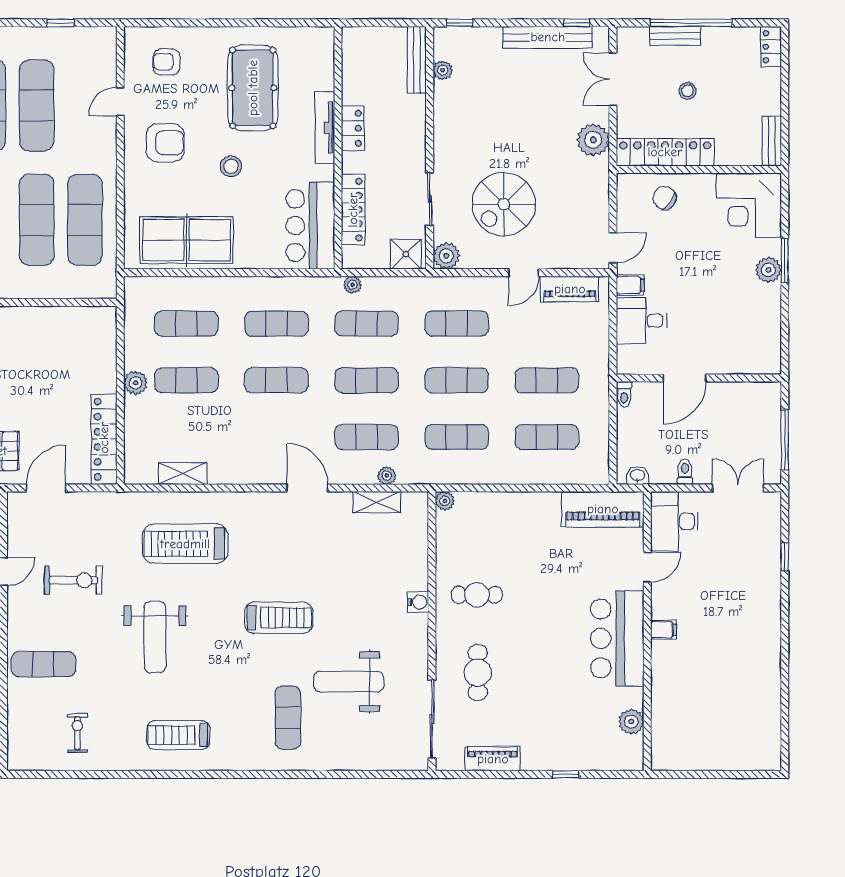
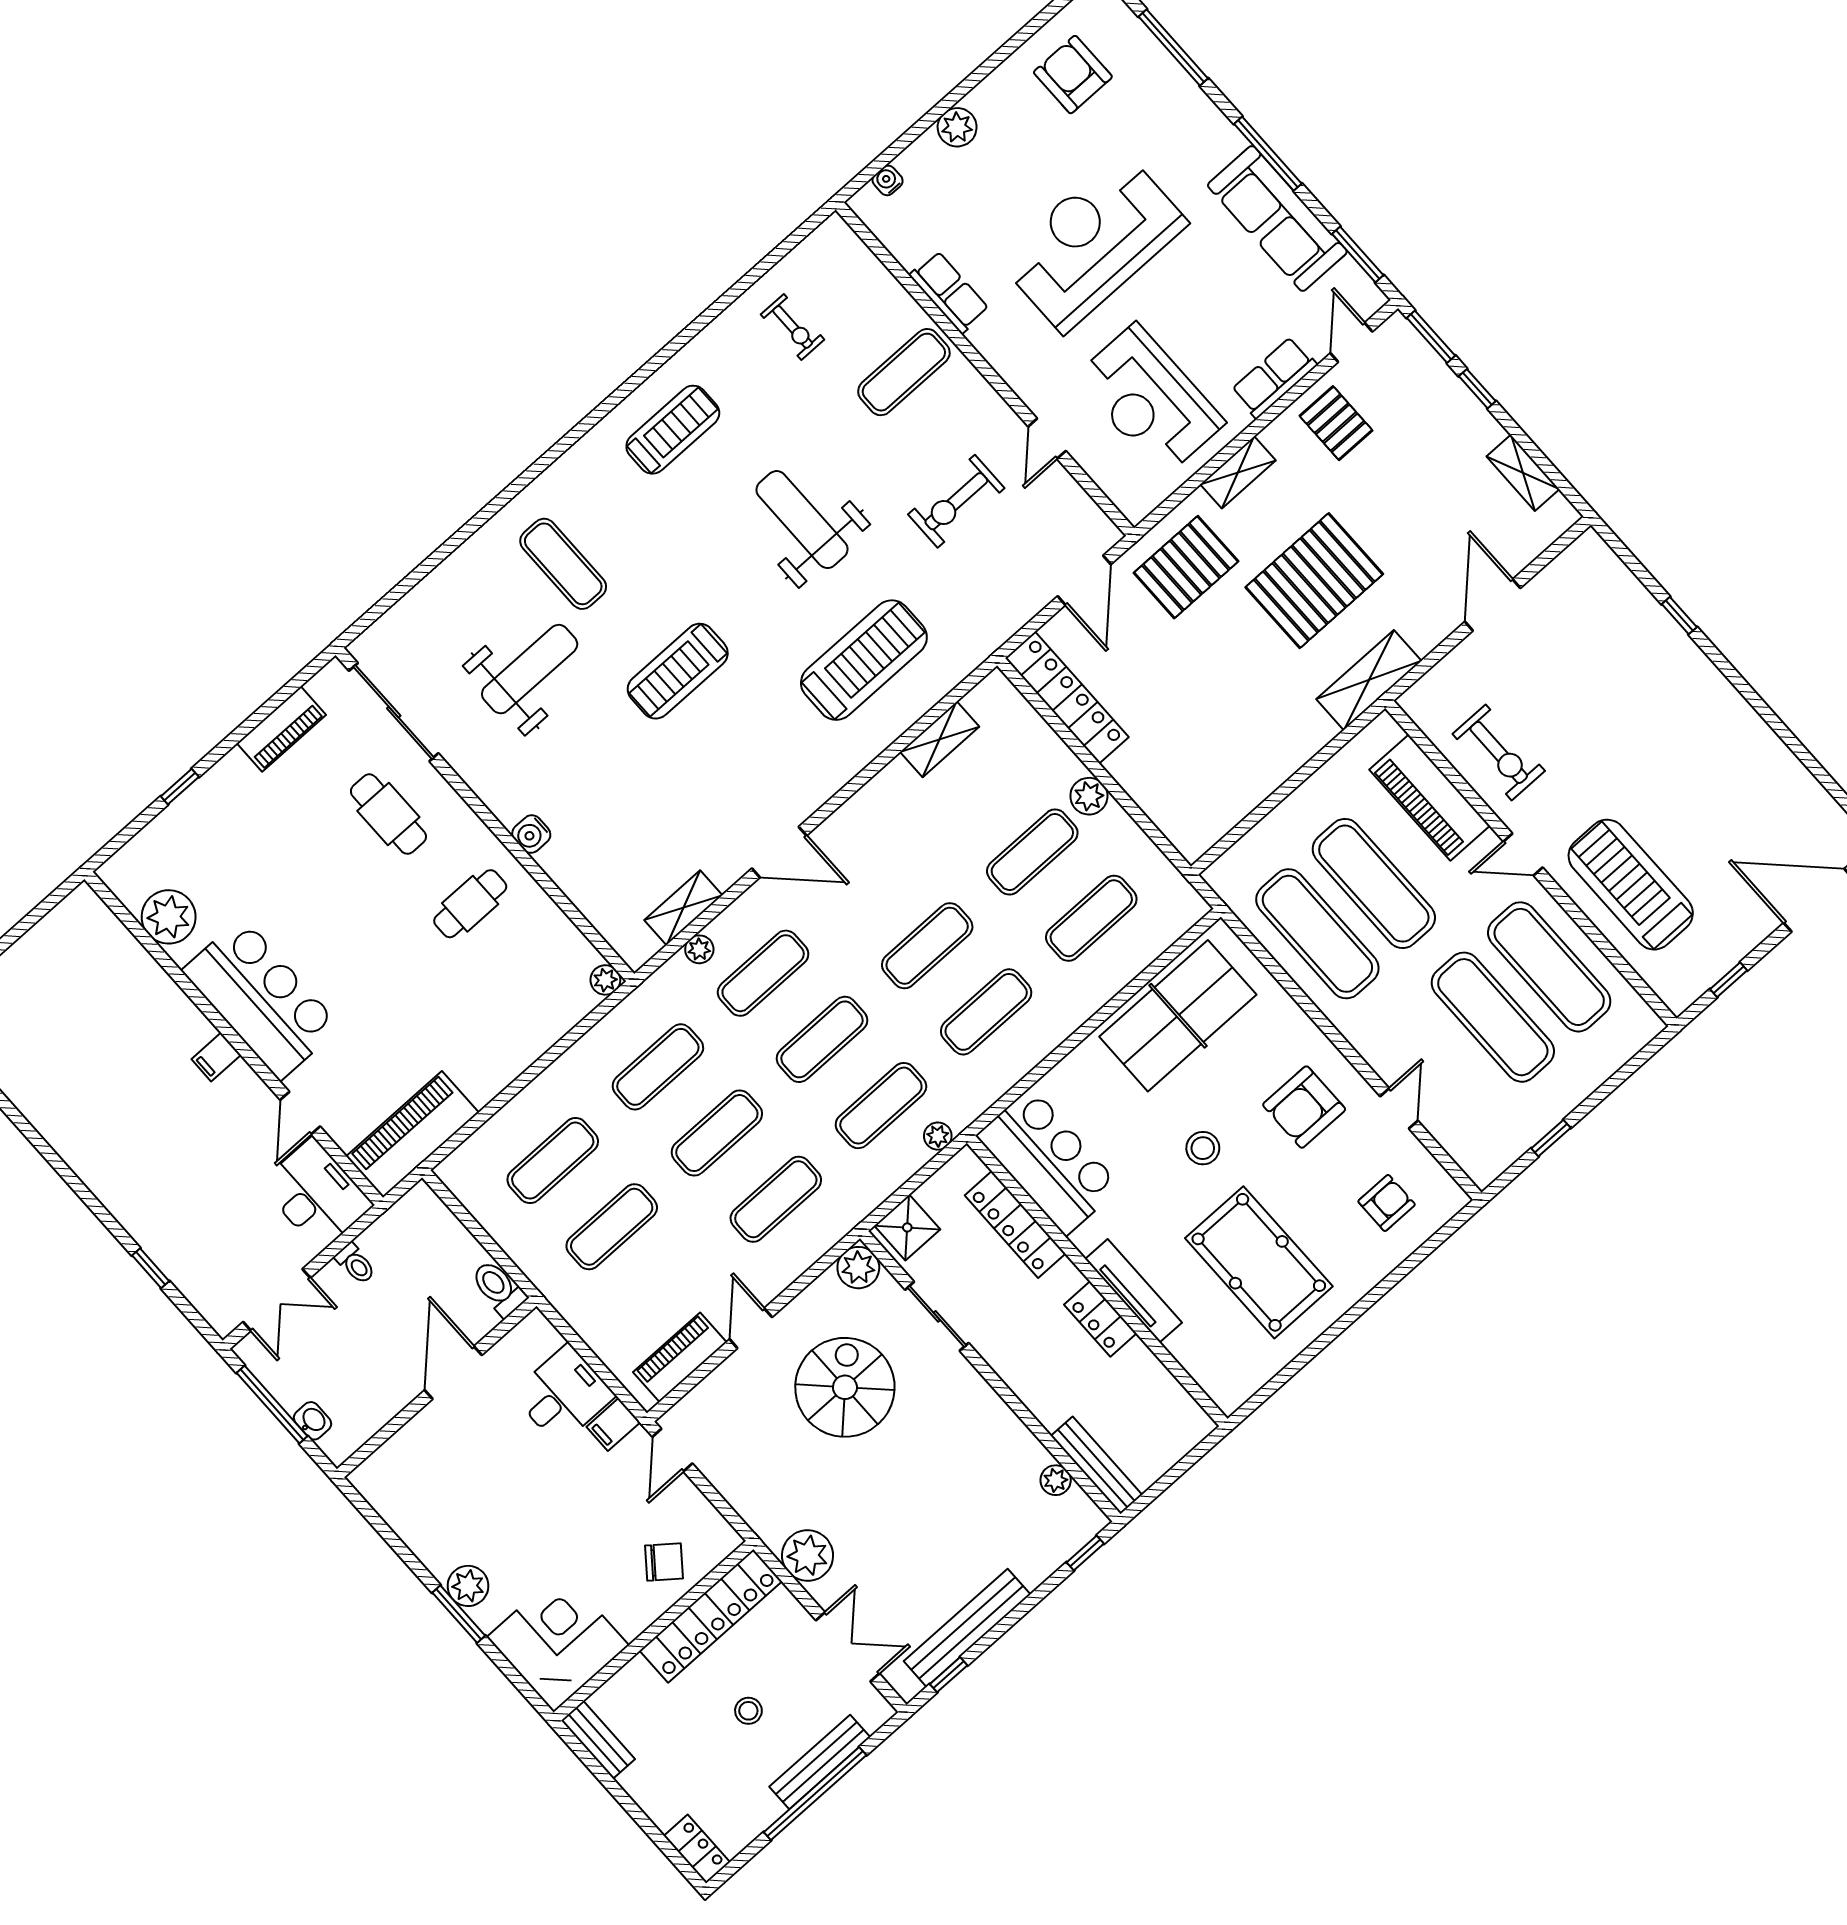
bench: (675, 36) -> (820, 1762), width x1.36
toilet: (624, 394) -> (499, 1288), width x1.37, depth x1.39
washbasin: (638, 476) -> (312, 1421), moved, turned -90
plant: (631, 722) -> (169, 917), width x1.36, depth x1.36

